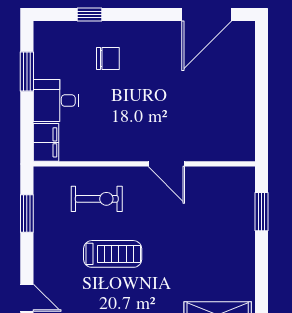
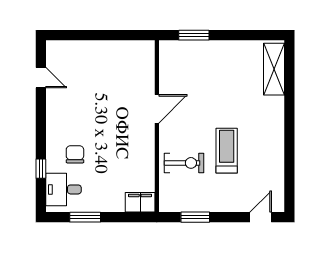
door: (207, 14) -> (41, 78), width x0.53
desk: (56, 101) -> (63, 189), moved, turned 90
exercise bike: (97, 199) -> (184, 163), turned 90

